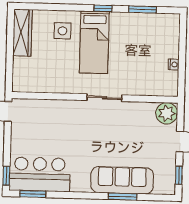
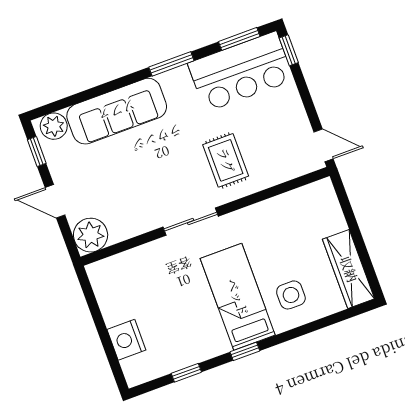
window: (142, 9) -> (186, 373), width x0.67
nightstand: (174, 65) -> (126, 340), moved, width x1.89, depth x1.79
rug: (69, 126) -> (226, 160), added
plant: (163, 186) -> (54, 126), added
window: (123, 197) -> (171, 64), moved

